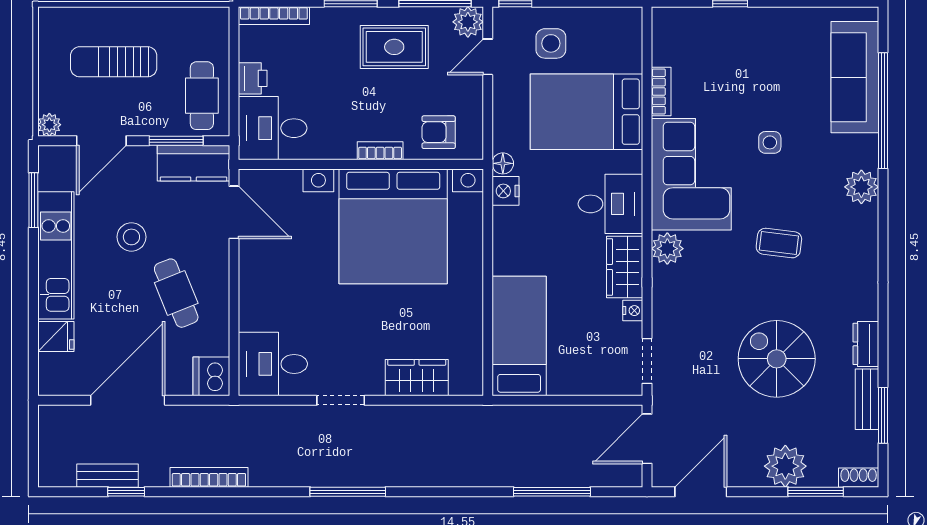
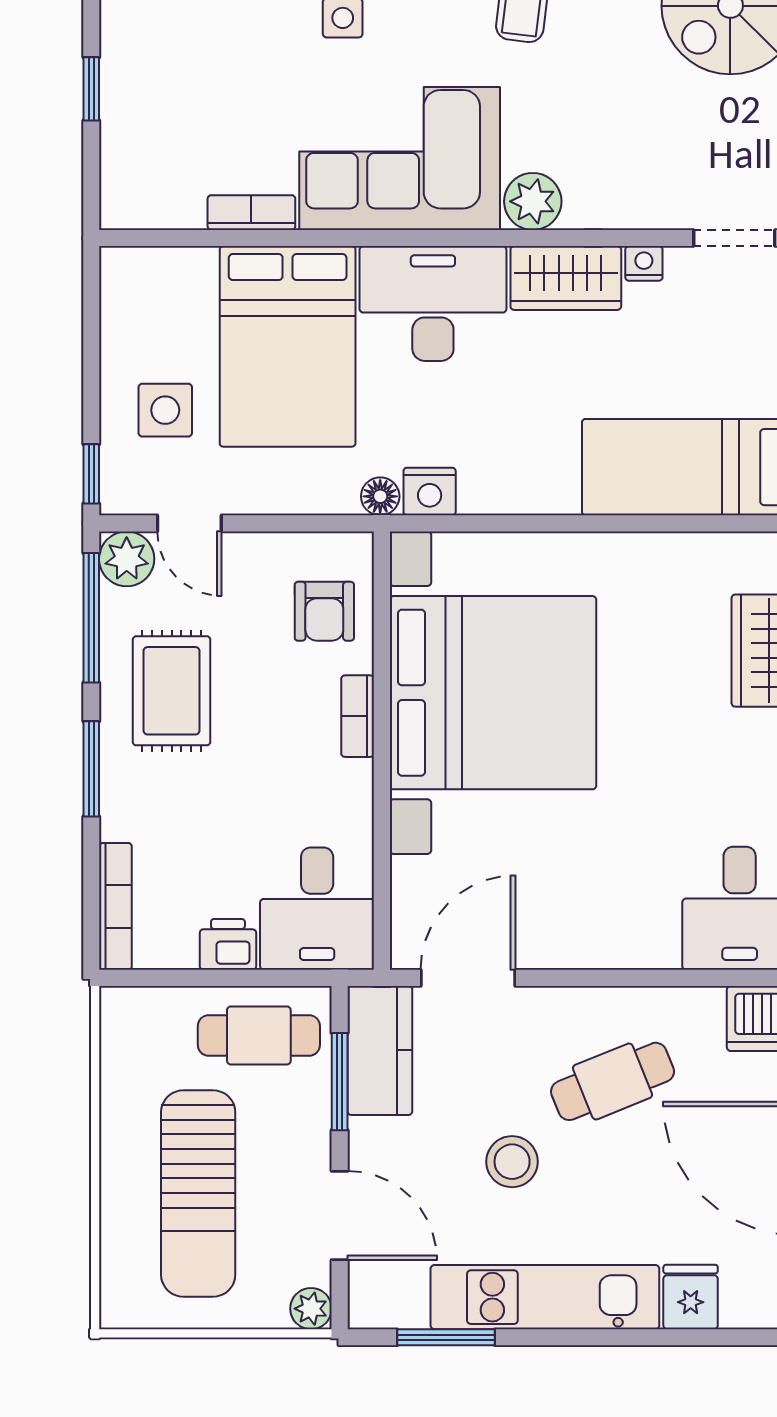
sun lounger: (114, 62) -> (198, 1194), width x1.36, depth x1.34
desk: (610, 204) -> (433, 303), width x1.37

